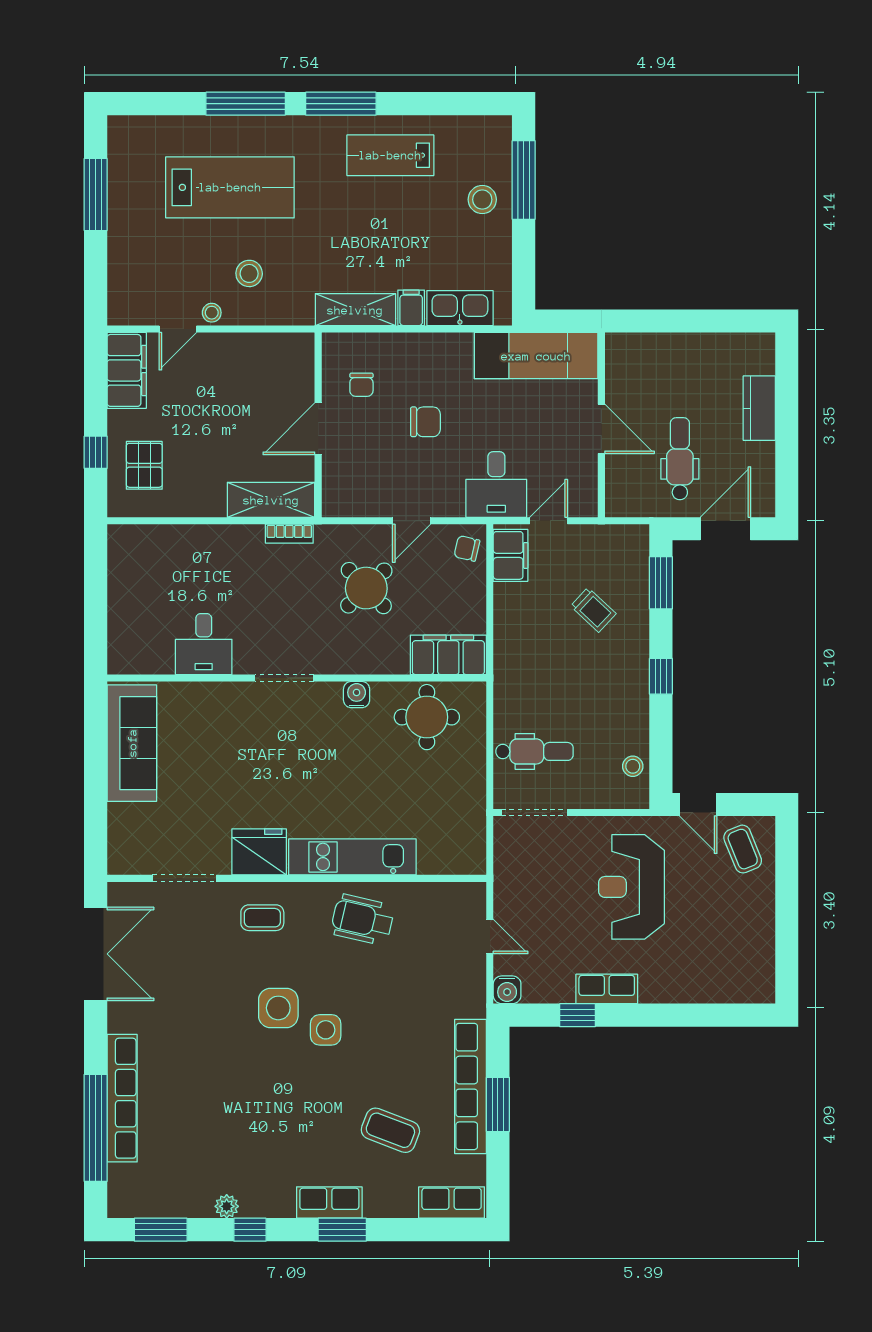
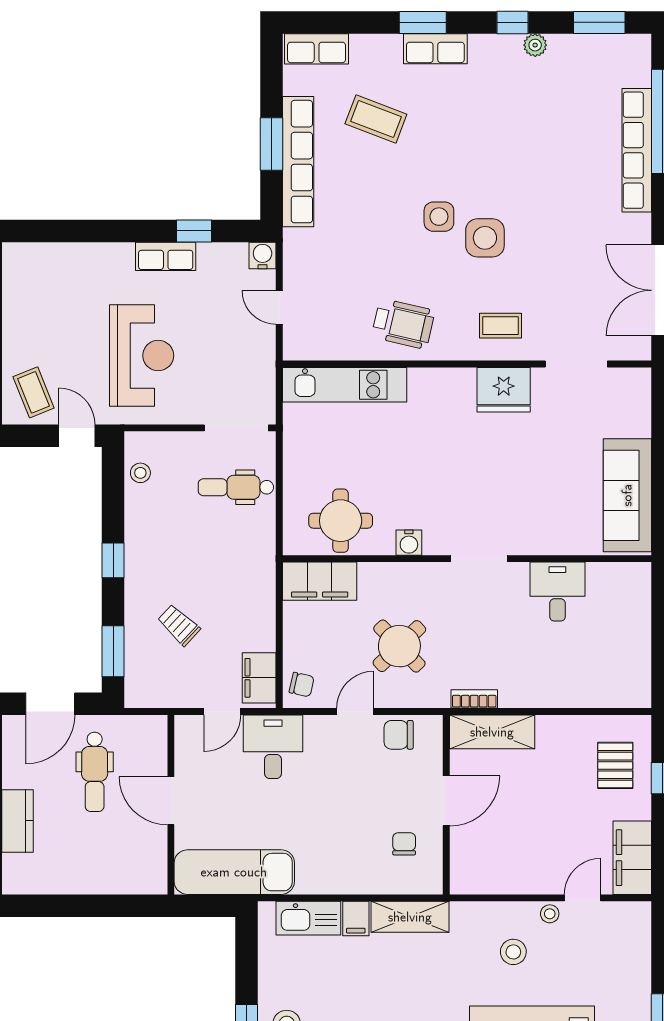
chair: (425, 422) -> (399, 735), moved
kitchen unit: (352, 857) -> (345, 385), moved

